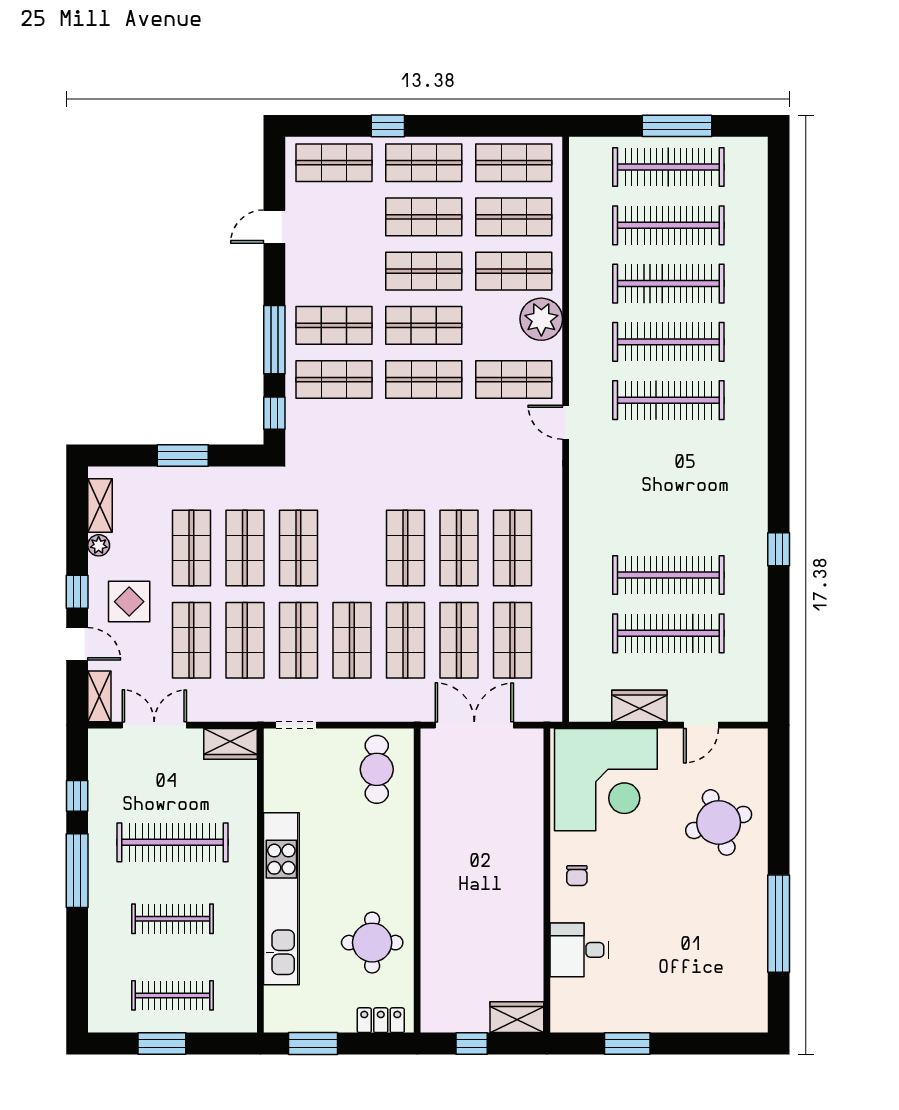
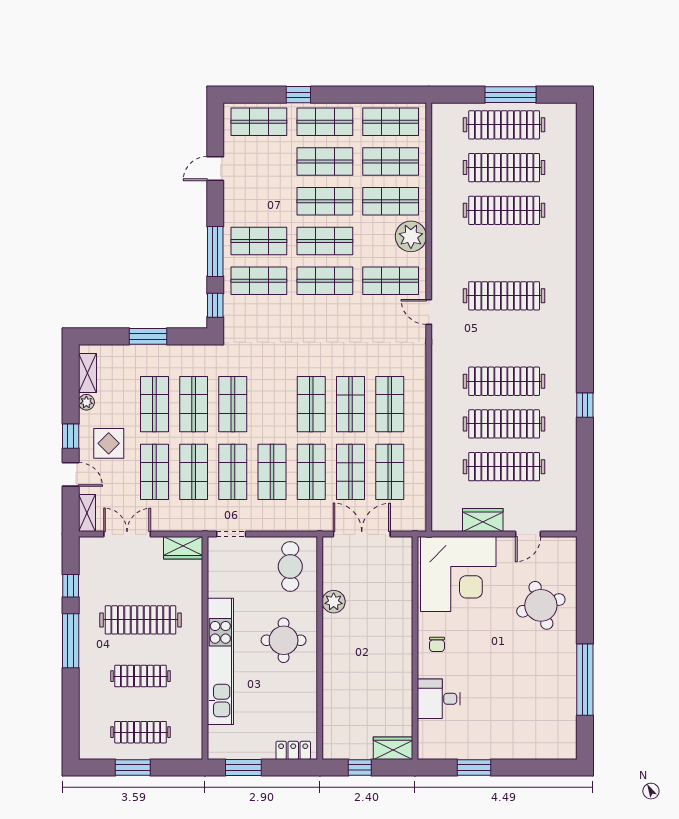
clothes rail: (668, 342) -> (504, 381), moved
plant: (436, 817) -> (334, 602), added
round table: (372, 943) -> (284, 640), moved

